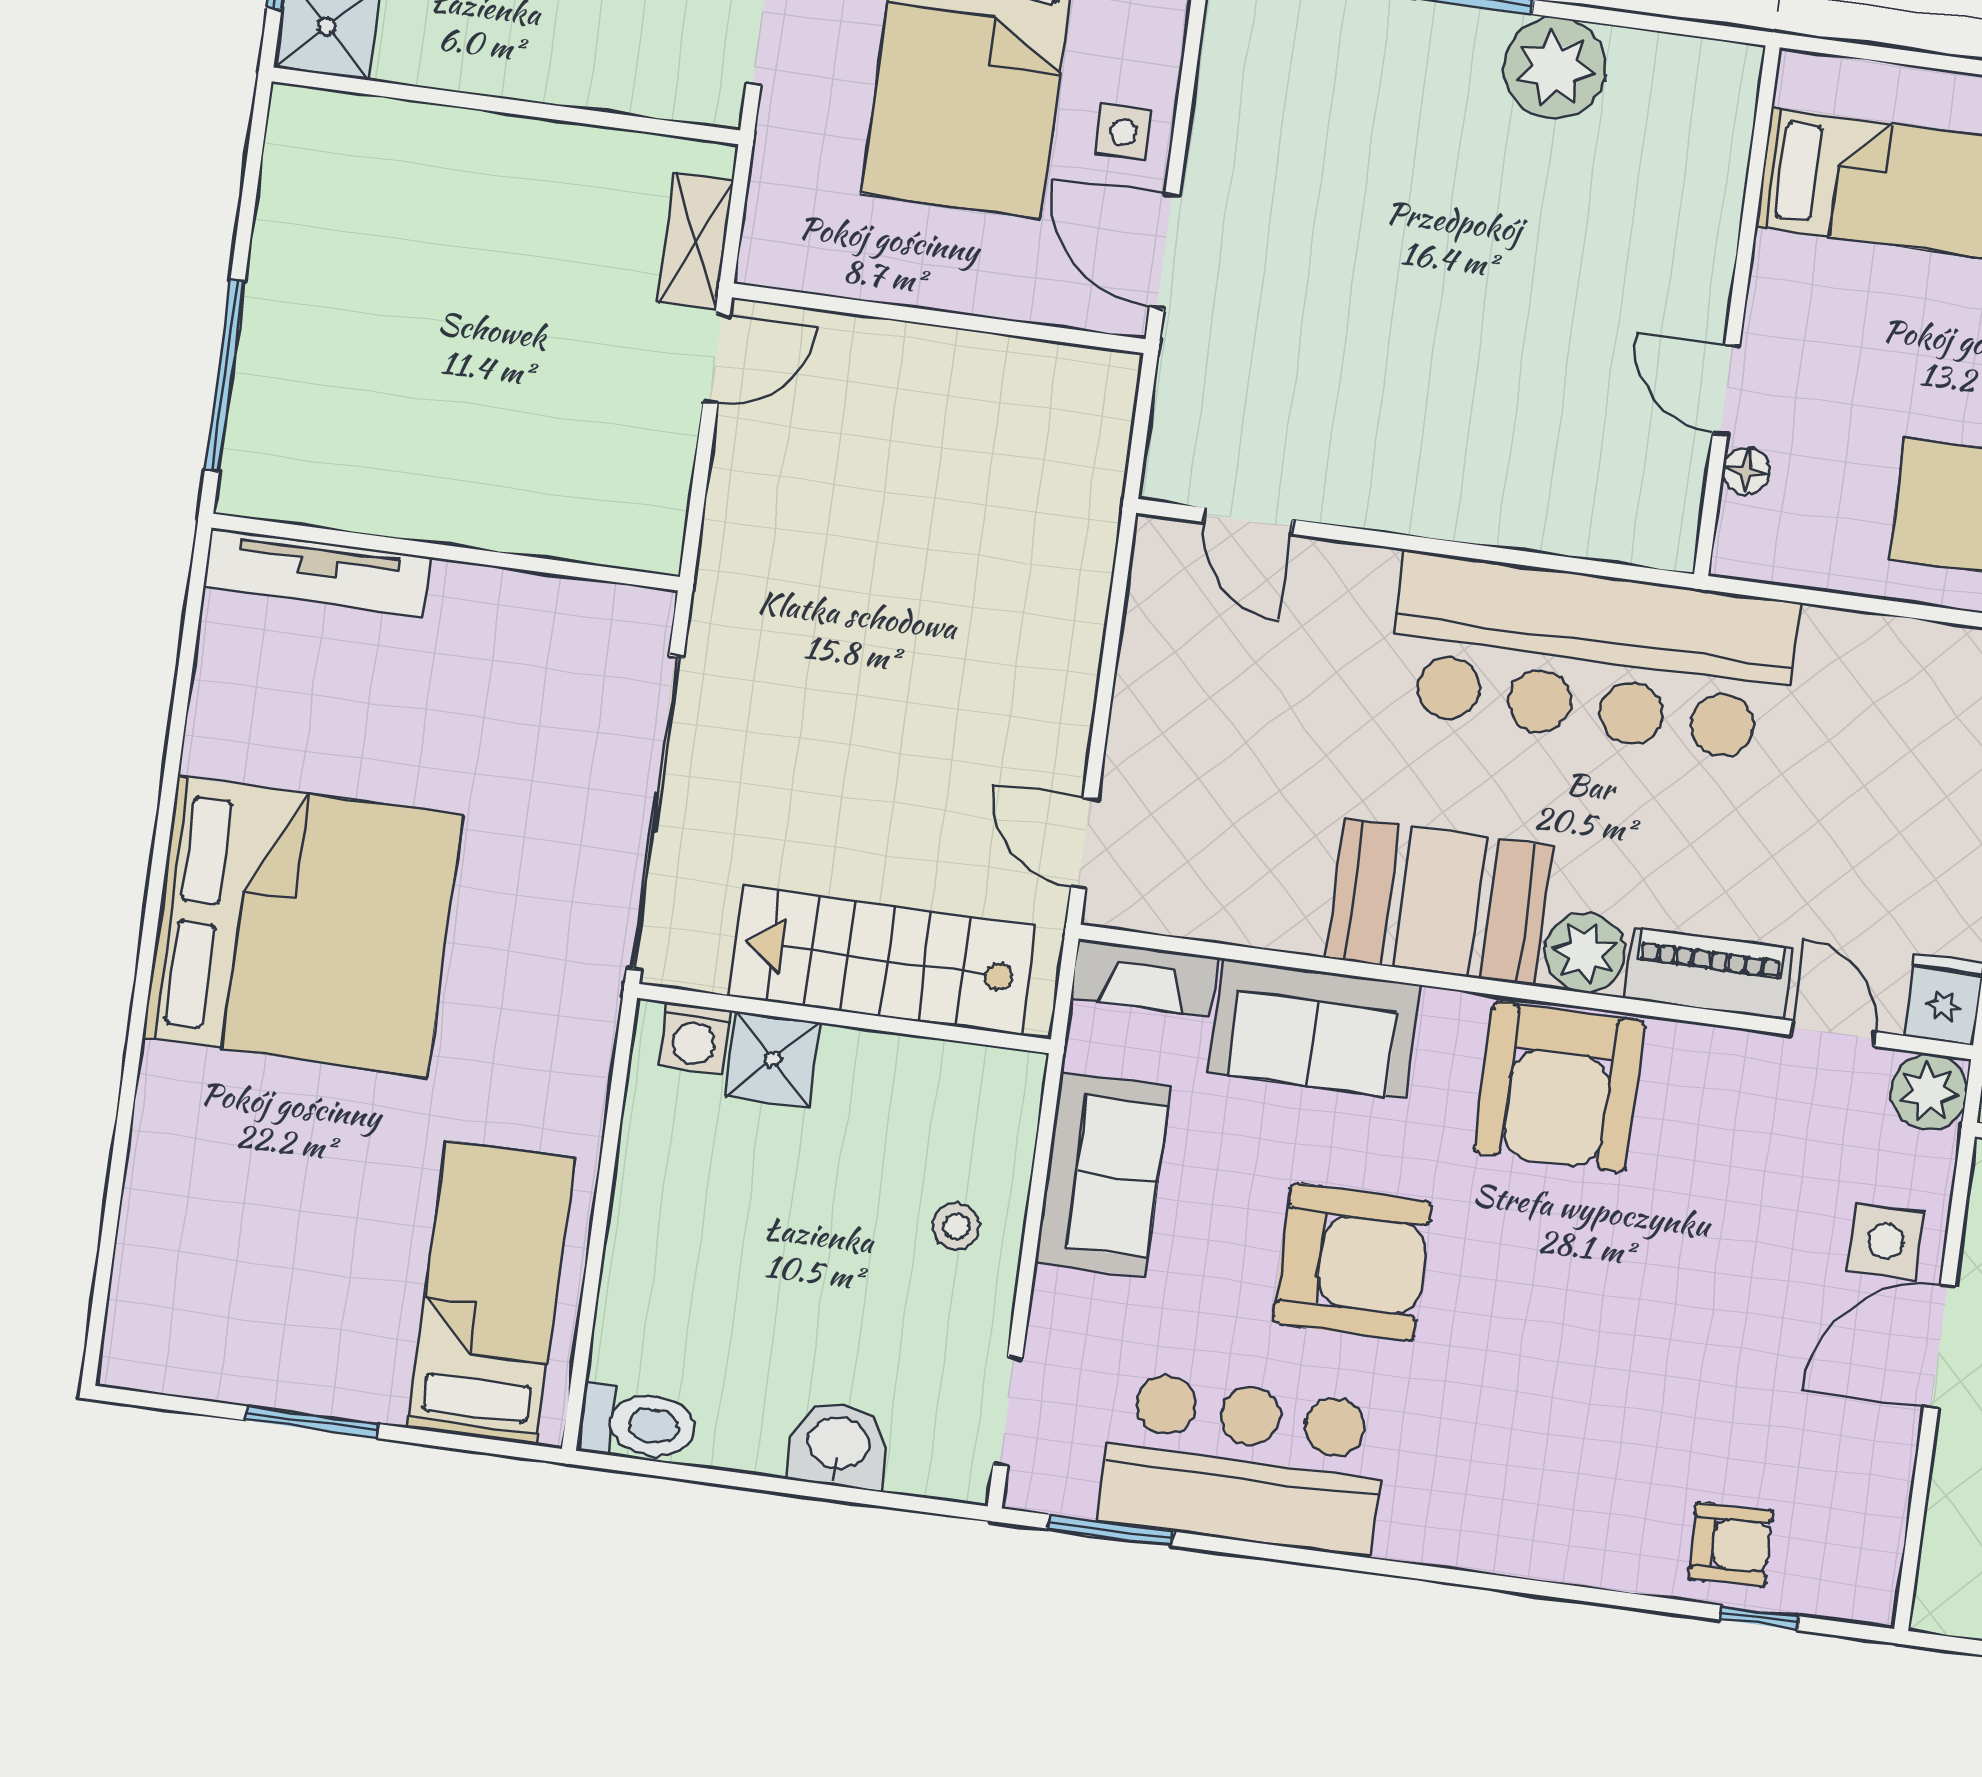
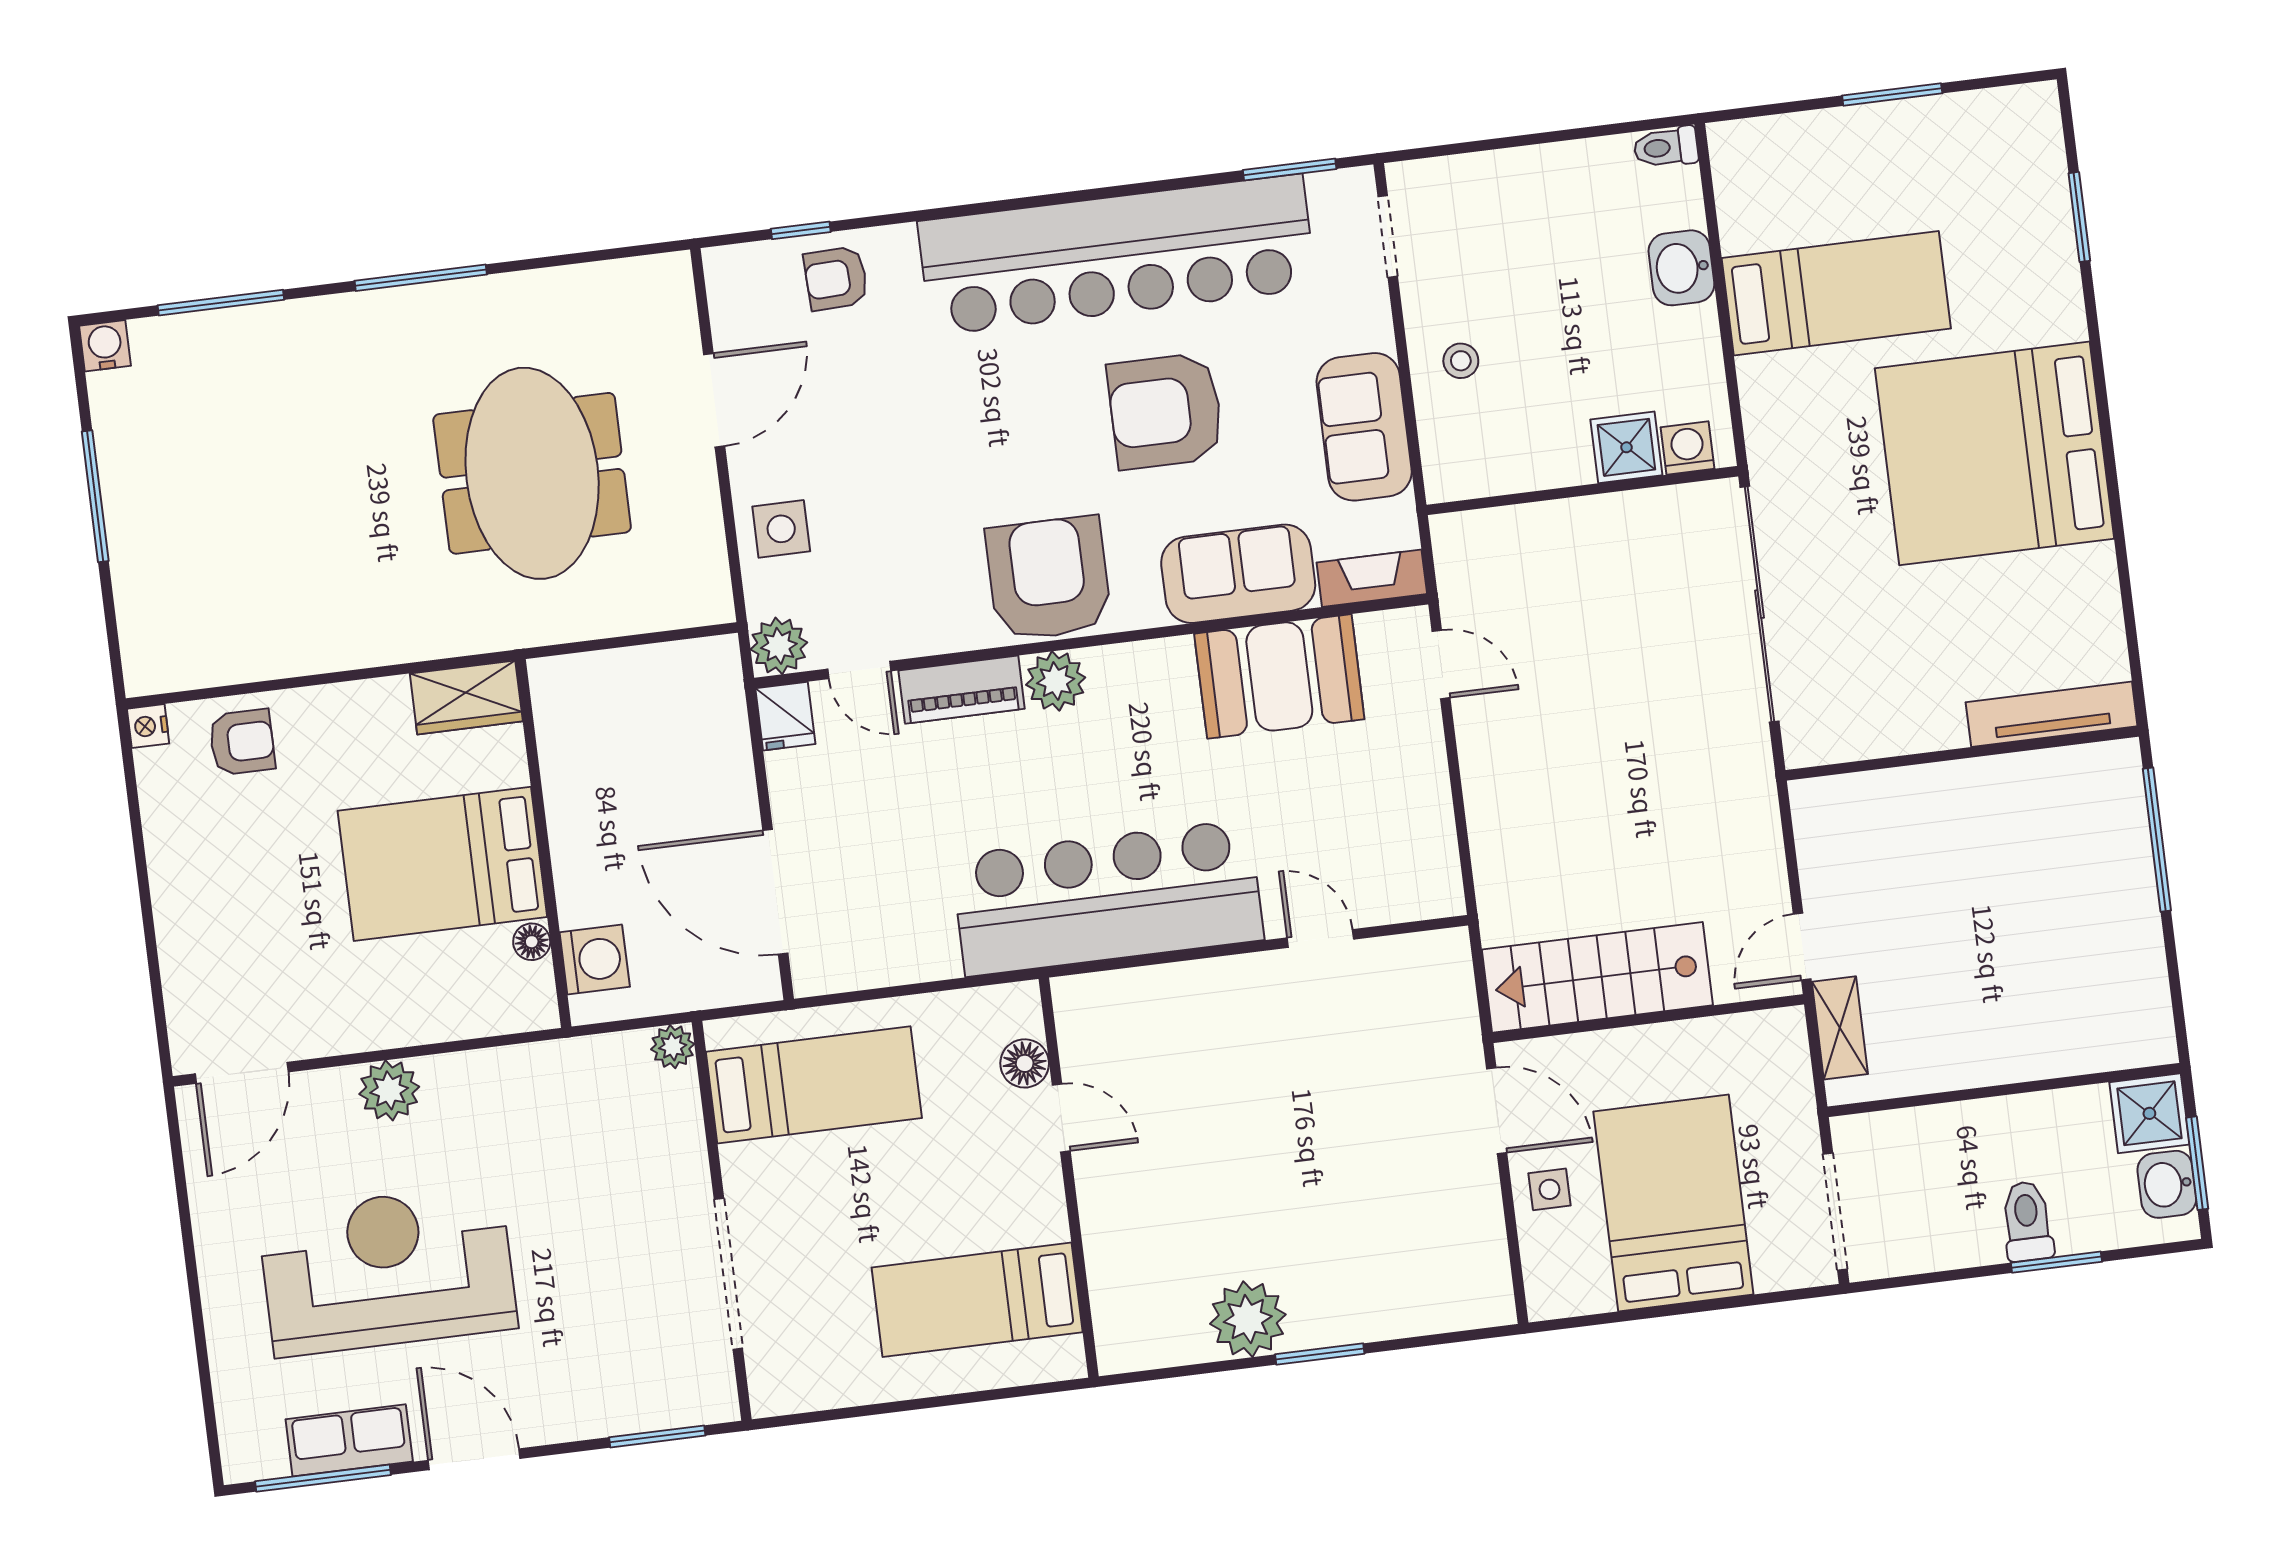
floor lamp: (1746, 471) -> (1025, 1063), width x1.37, depth x1.37
door: (1248, 521) -> (1320, 939), moved
booth: (1440, 902) -> (1279, 676), moved
stairs: (882, 960) -> (1597, 977), moved, turned 180
window: (113, 1201) -> (2079, 217), added
bed: (491, 1293) -> (1836, 293), moved, turned -90
door: (1939, 1347) -> (714, 400), moved
toilet: (637, 1424) -> (1666, 147), width x0.73, depth x0.72
washbasin: (838, 1445) -> (1681, 268), moved, turned 90
bar counter: (1244, 1463) -> (1117, 255), width x1.86

